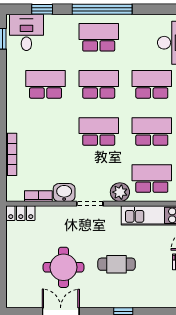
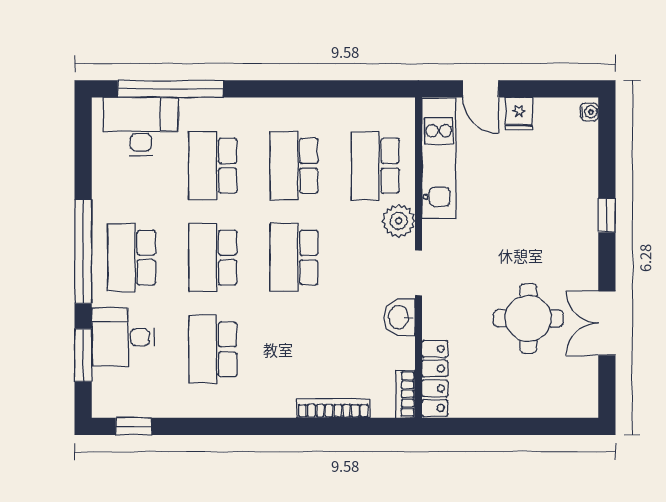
window: (42, 9) -> (83, 355), width x1.50
desk: (26, 32) -> (123, 337), moved
bookcase: (38, 196) -> (405, 394), moved
locker: (21, 213) -> (435, 378), width x1.53
cafe table: (117, 264) -> (523, 227), removed

